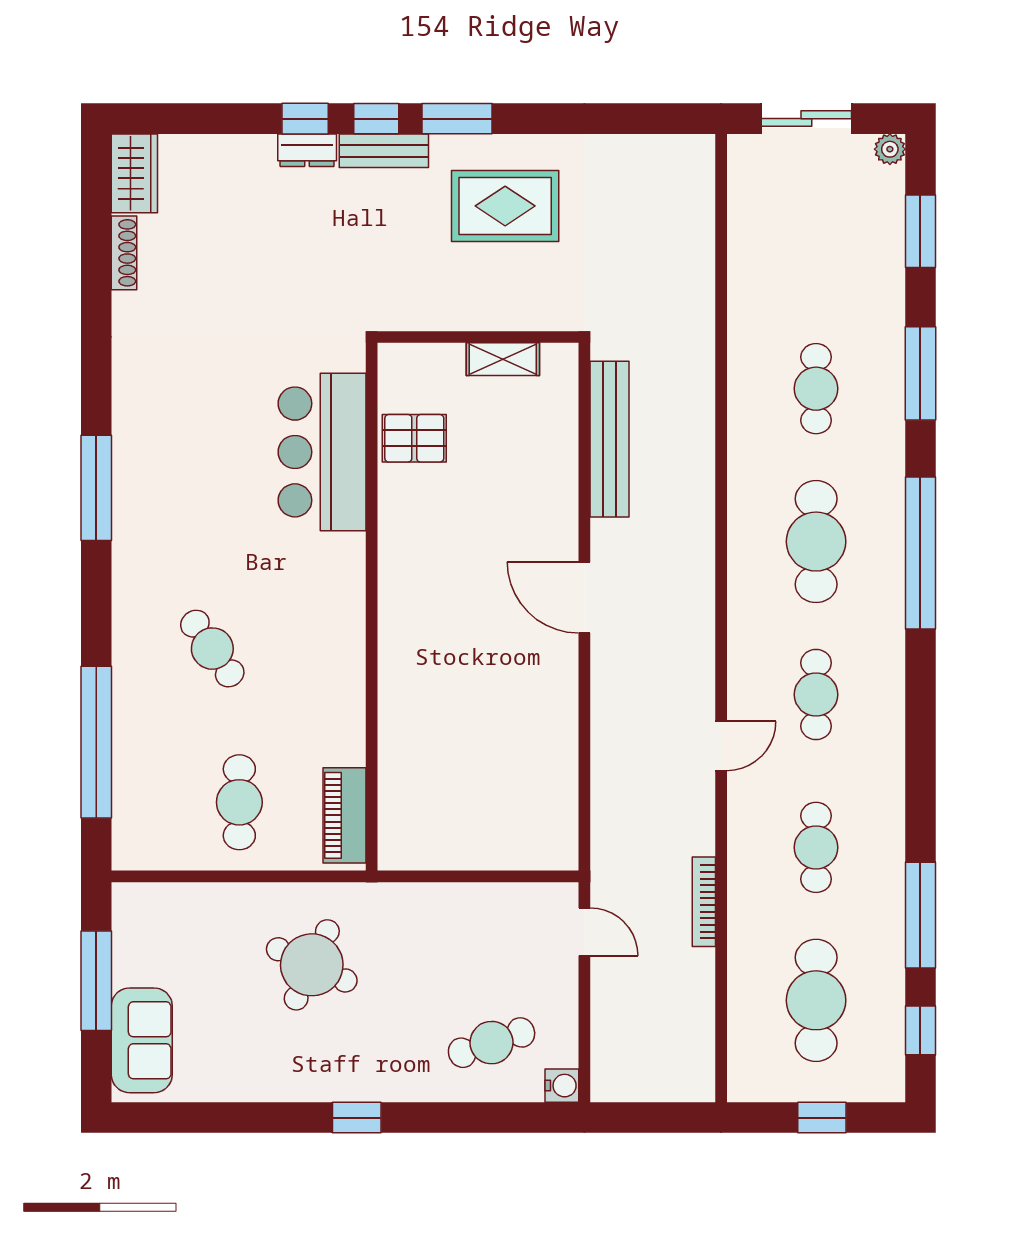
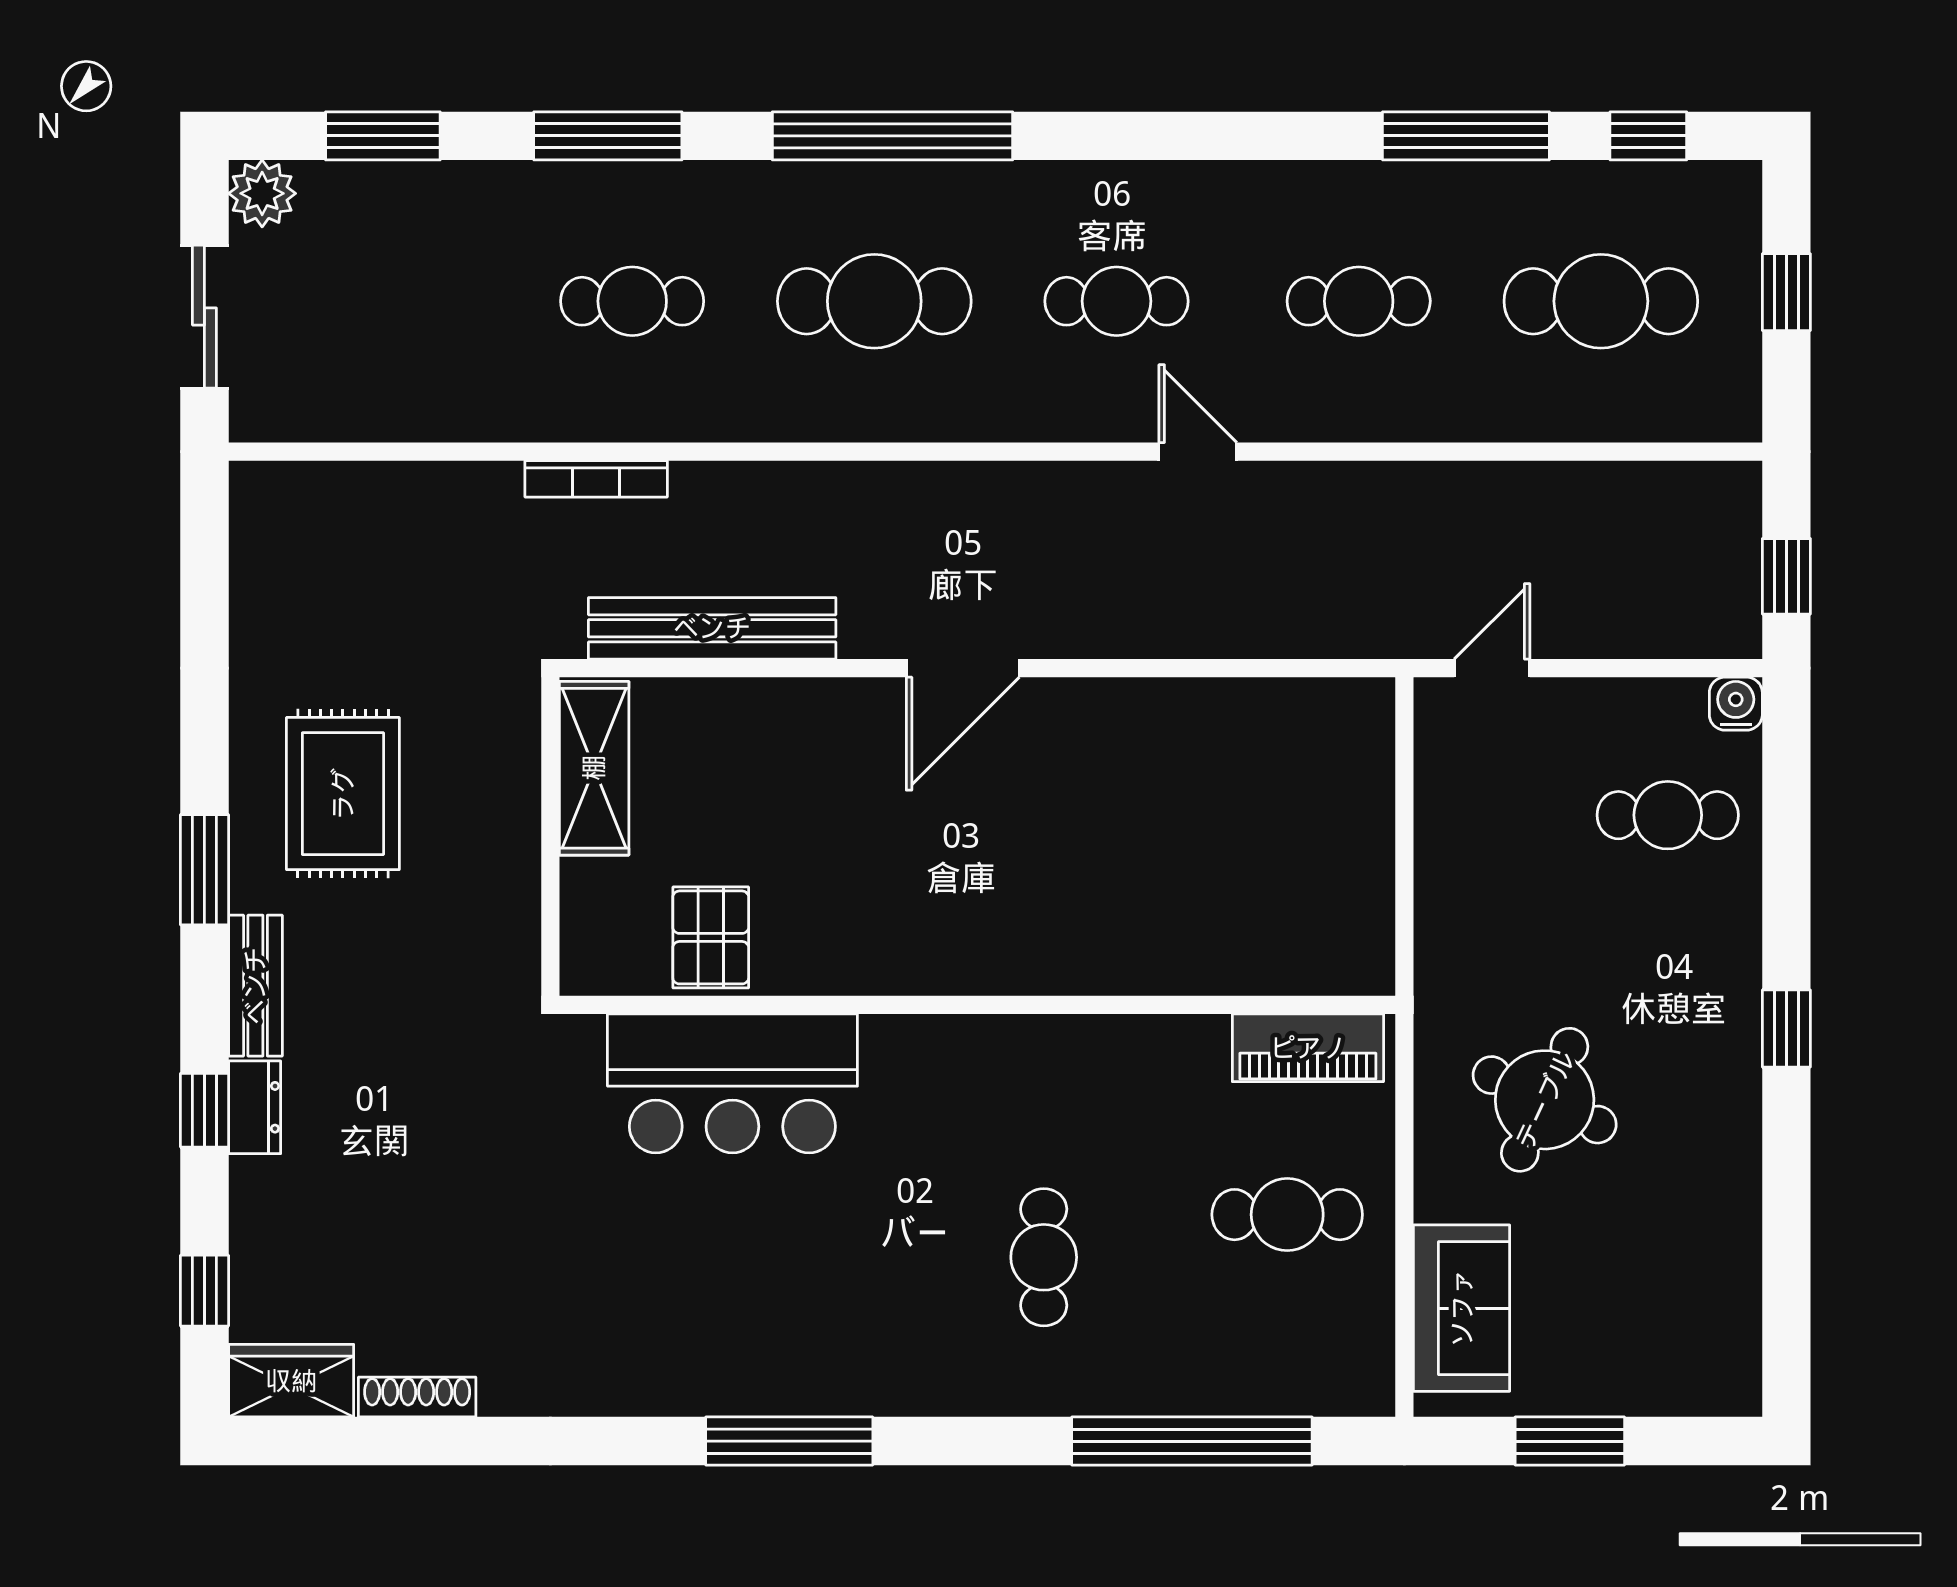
window: (376, 119) -> (204, 1291), moved
plant: (890, 149) -> (262, 193), width x1.38, depth x1.38
shelving: (503, 359) -> (594, 768), width x1.50, depth x1.33
cafe table: (212, 649) -> (1044, 1257), turned -55
bookcase: (704, 902) -> (596, 479), moved
window: (96, 981) -> (1570, 1441), width x0.69
sofa: (142, 1040) -> (1462, 1308), moved, turned 90
cafe table: (492, 1043) -> (1668, 815), turned -71
window: (642, 1118) -> (1786, 576), added

